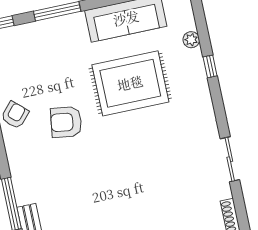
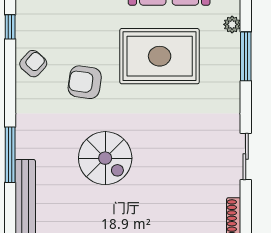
window: (210, 66) -> (246, 56), width x2.17
spiral stairs: (100, 188) -> (105, 158), added

